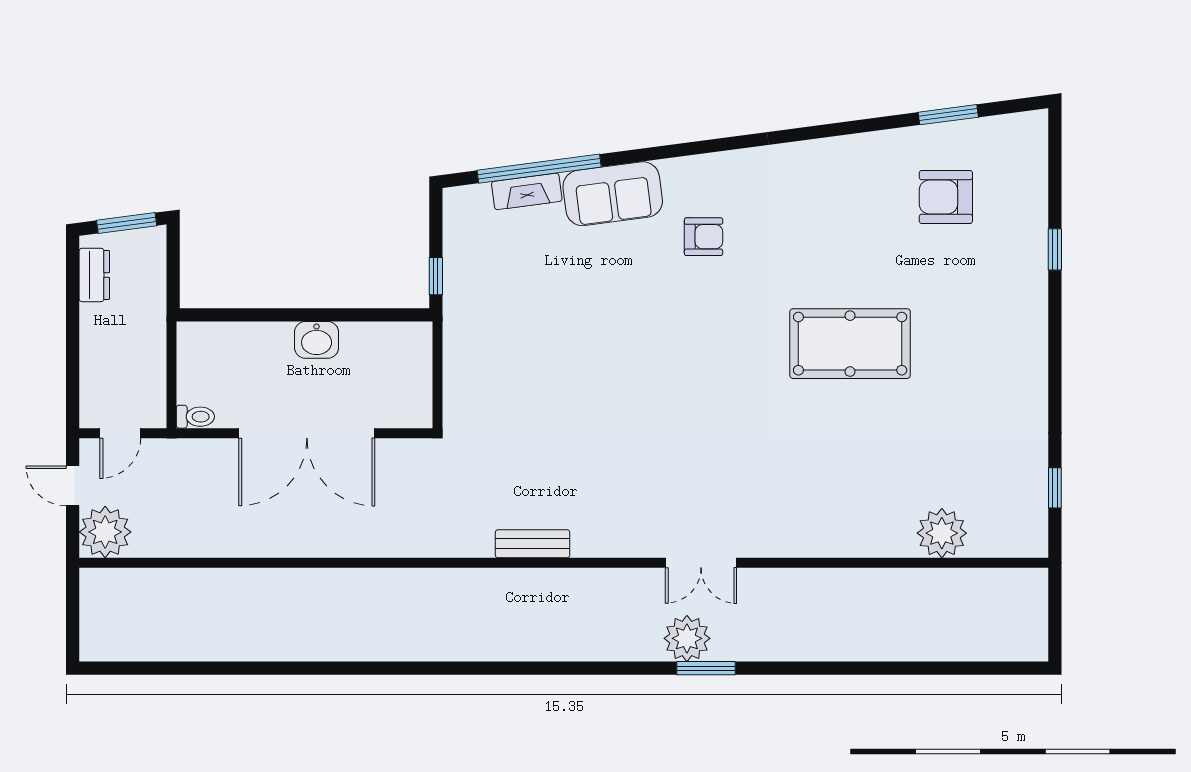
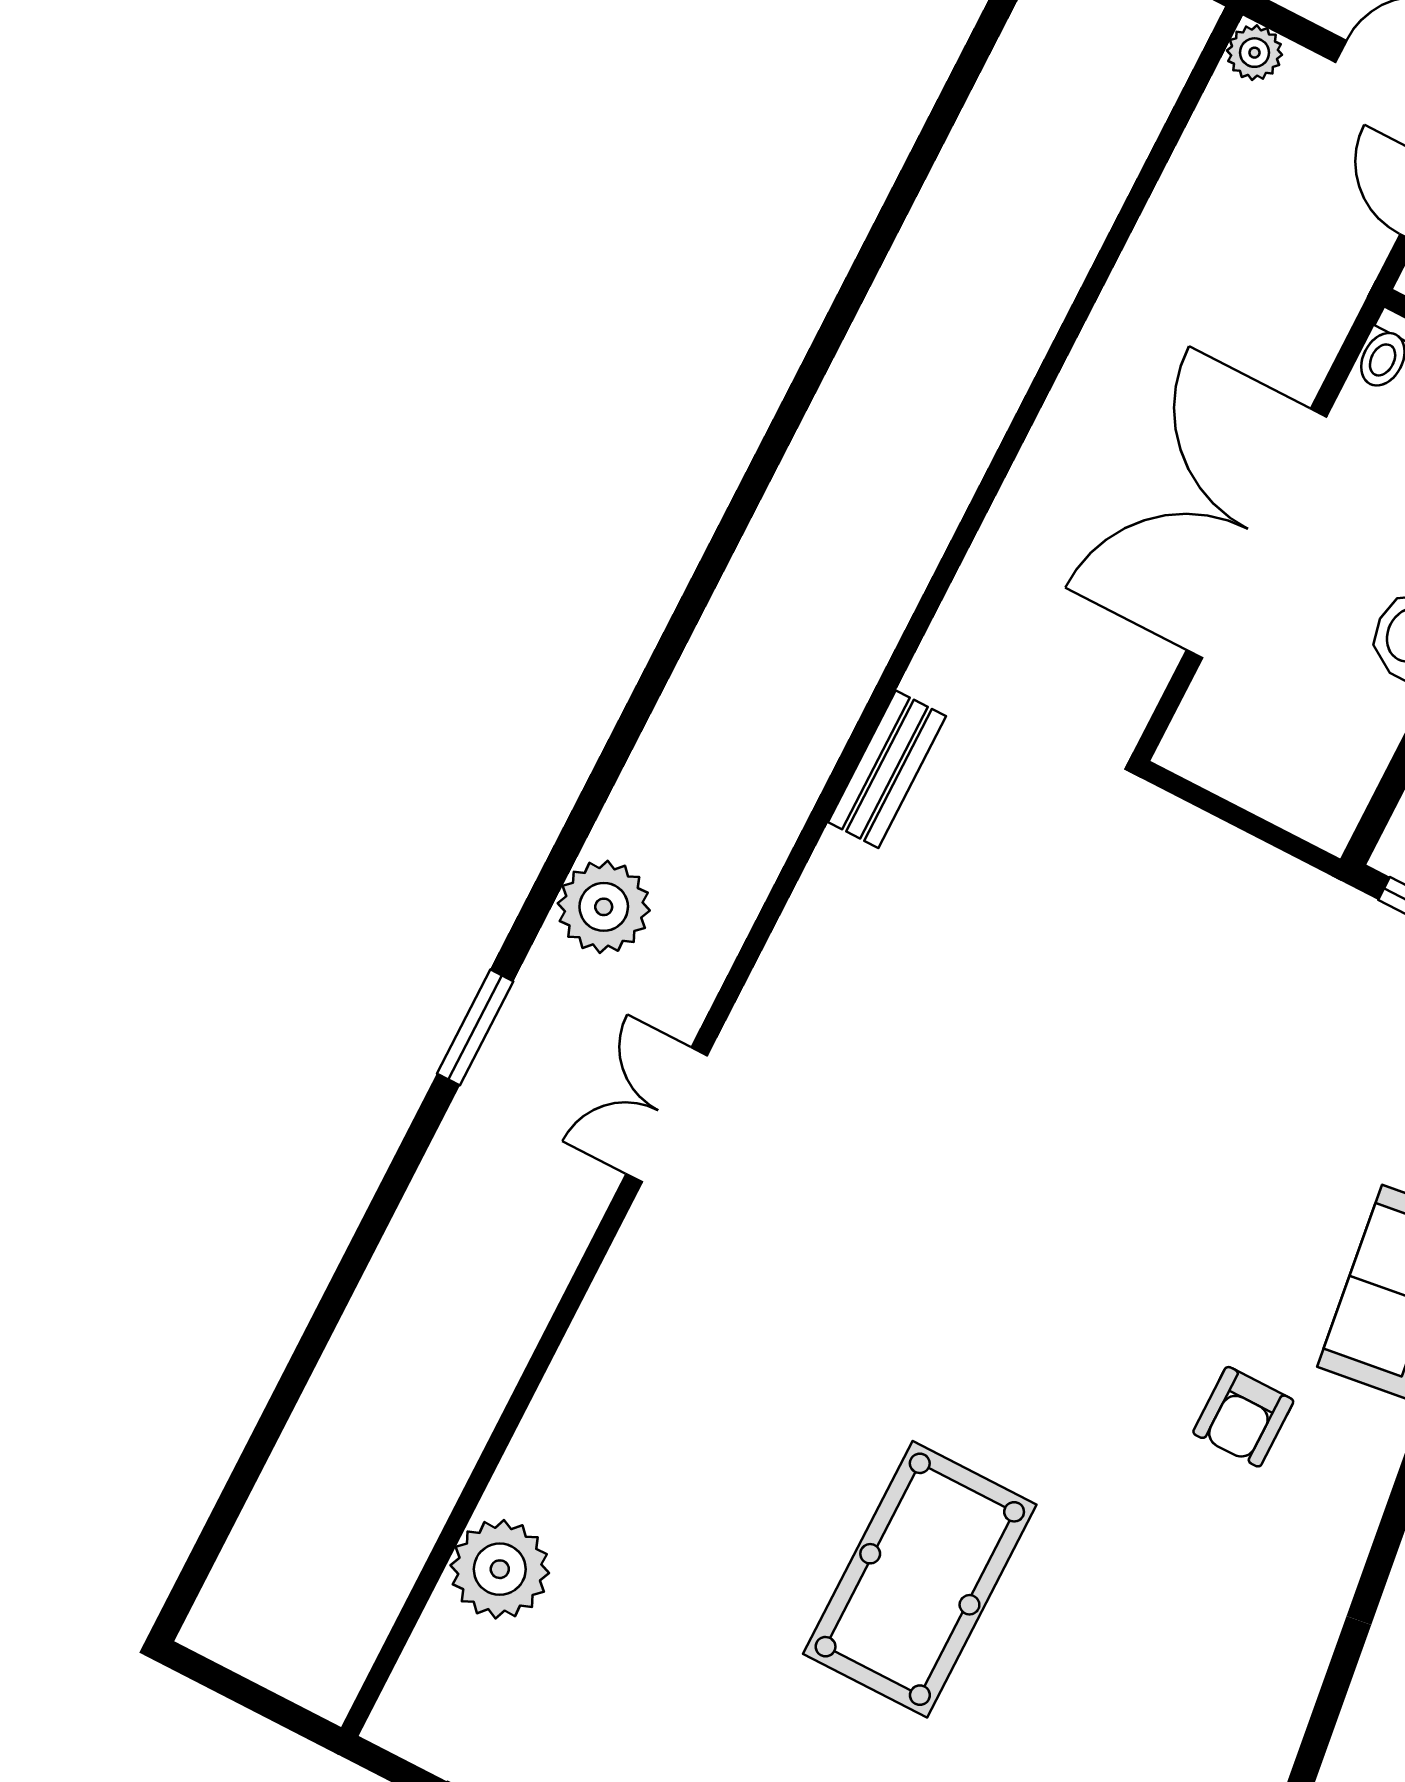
plant: (105, 532) -> (1254, 53), width x0.53, depth x0.53
bench: (533, 544) -> (887, 769), moved
plant: (687, 638) -> (604, 907), moved

